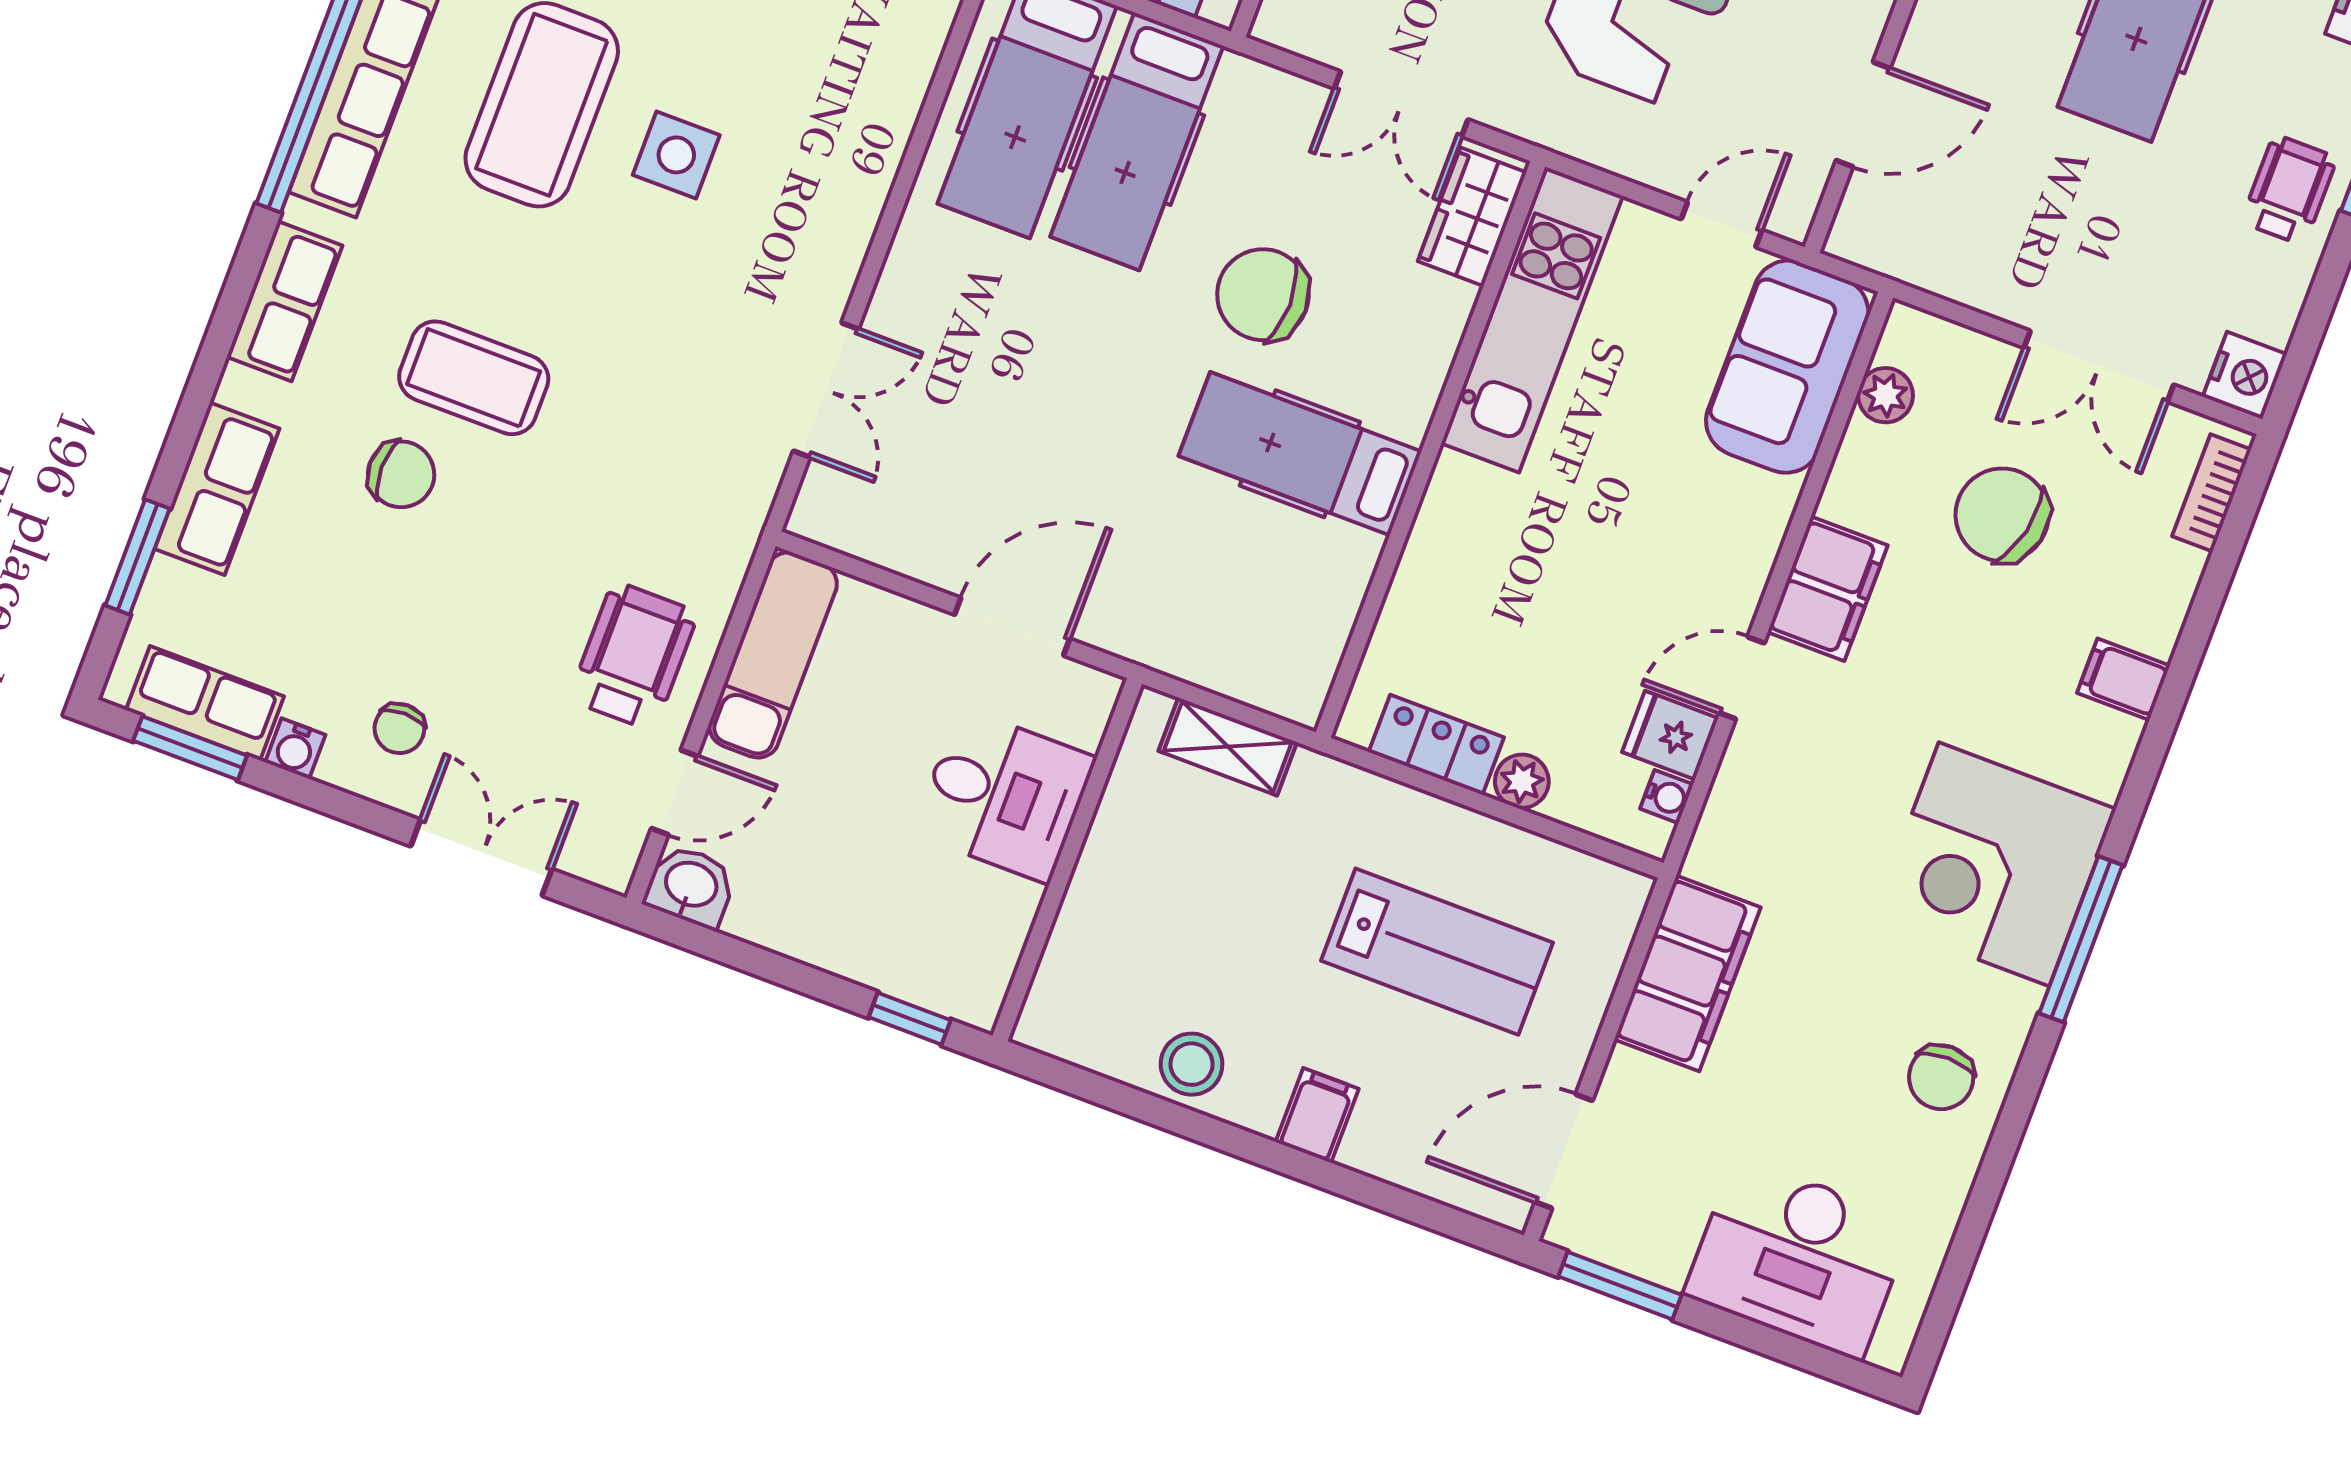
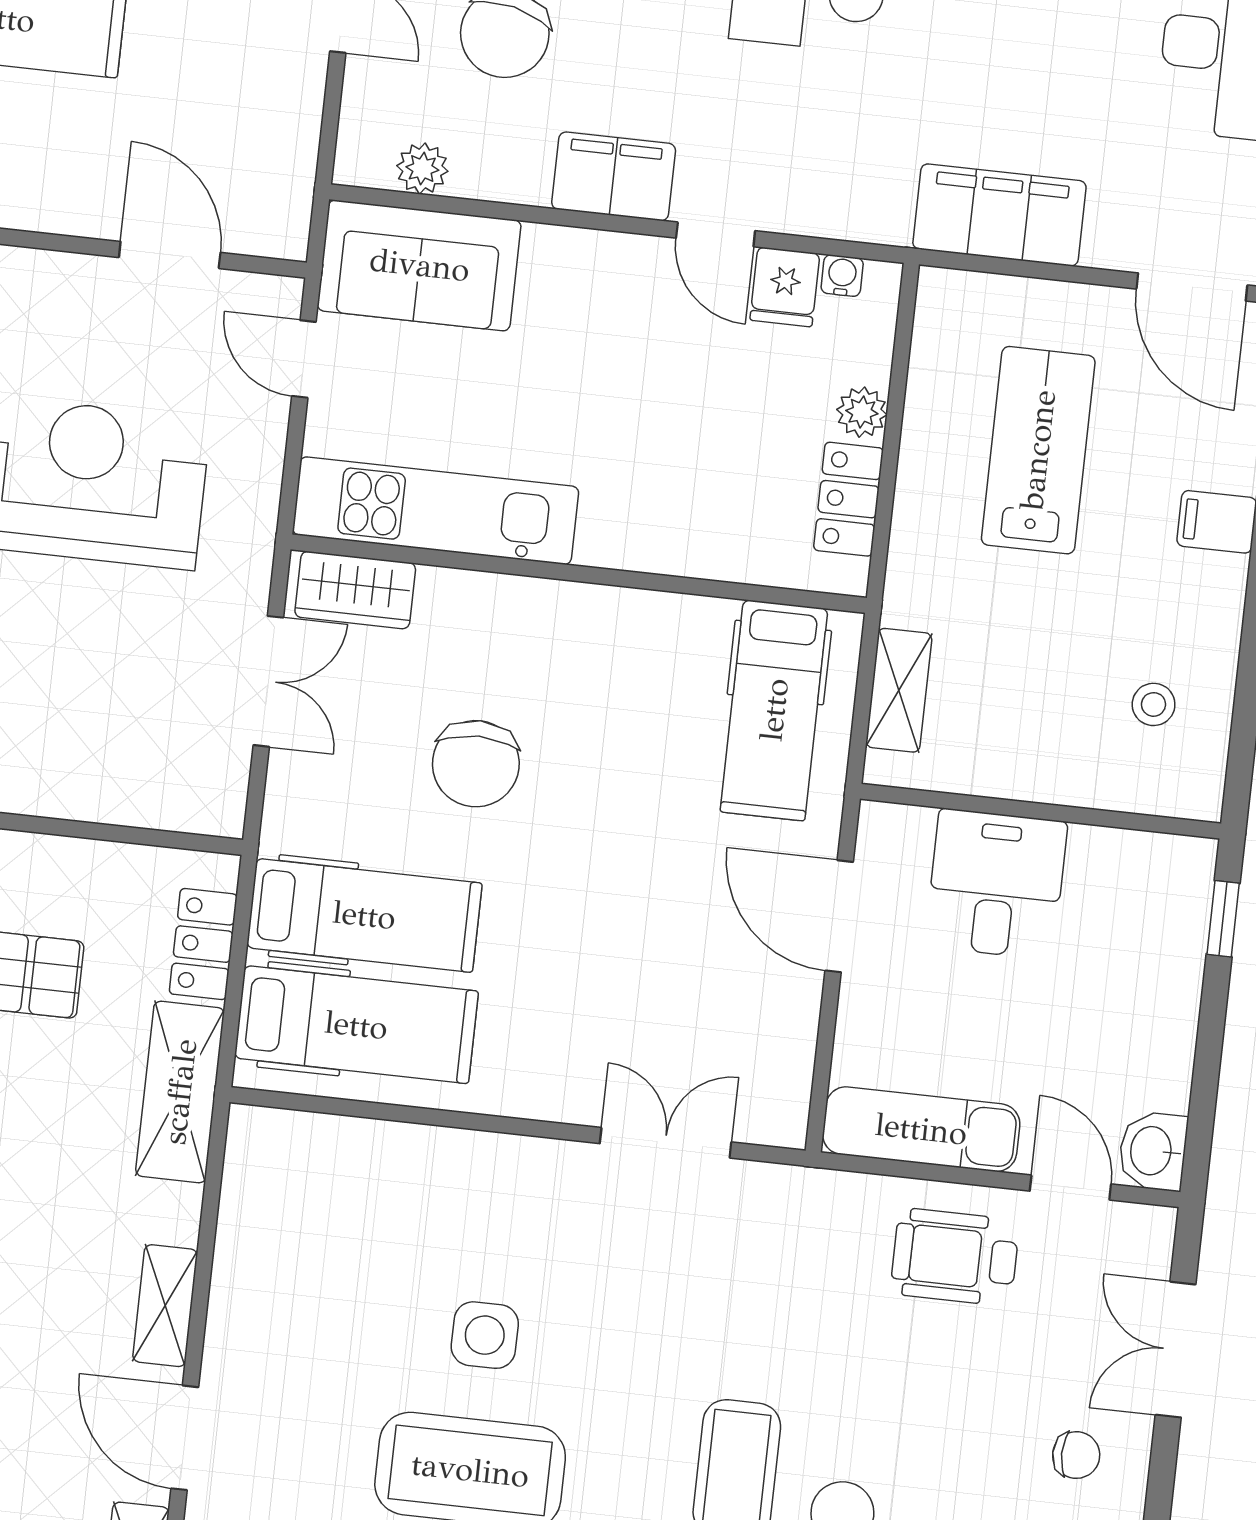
hospital bed: (1300, 454) -> (774, 710), moved
stool: (1192, 1064) -> (1154, 704), moved, width x0.73, depth x0.73

